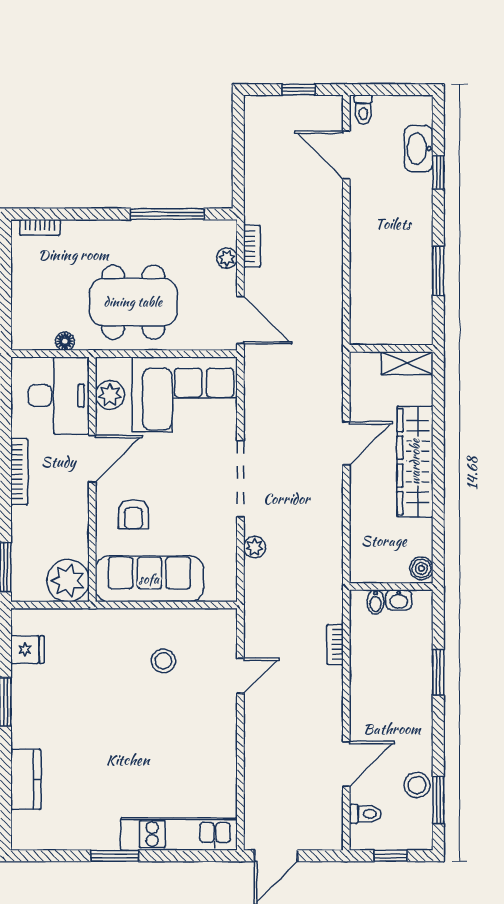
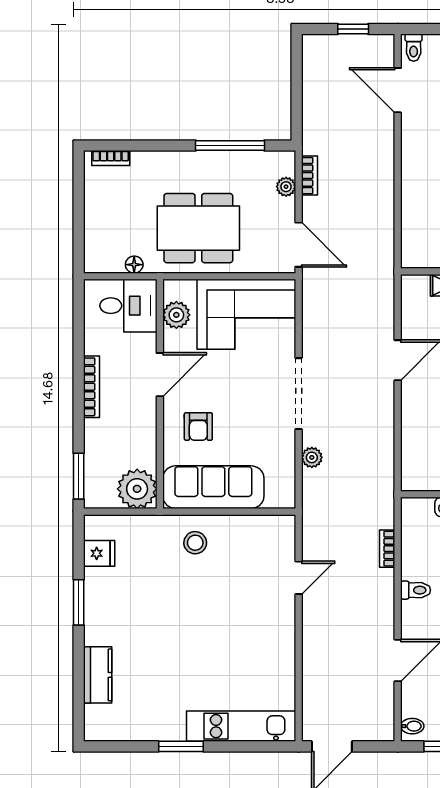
desk: (59, 396) -> (128, 306), width x0.73
bidet: (376, 602) -> (412, 726), moved, turned -90
stool: (163, 661) -> (195, 543), moved
toilet: (365, 814) -> (416, 590), moved

